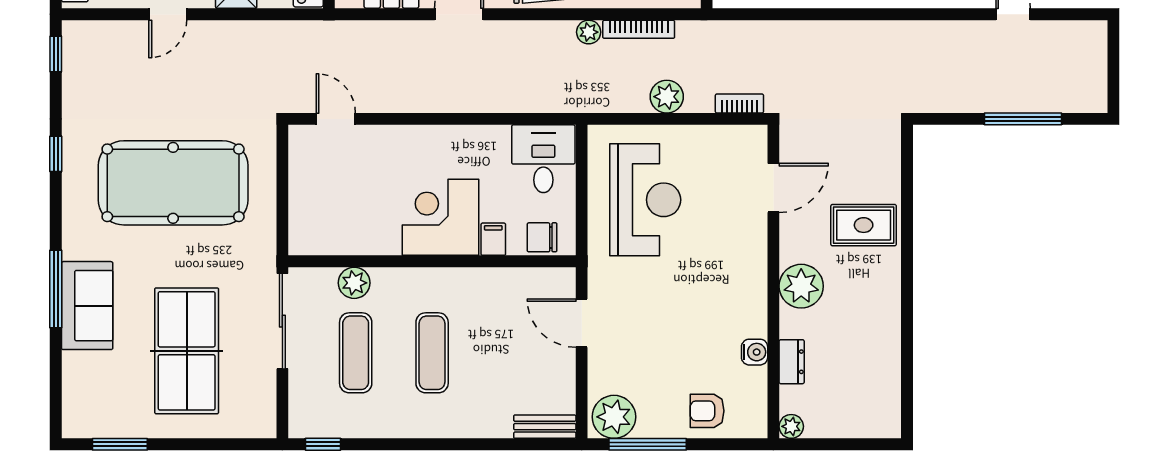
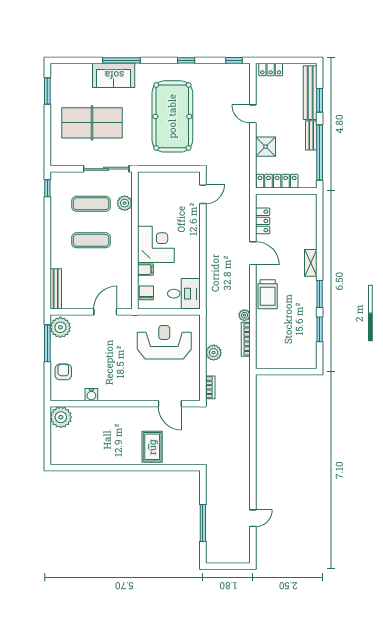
reception desk: (645, 200) -> (164, 342), turned 180
plant: (801, 286) -> (123, 417), removed
dresser: (792, 362) -> (87, 412), removed
plant: (791, 426) -> (61, 417), width x1.87, depth x1.87
bench: (545, 427) -> (56, 289), width x1.36

